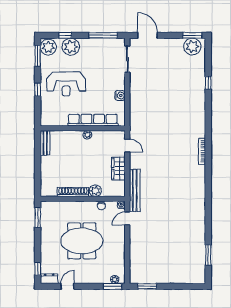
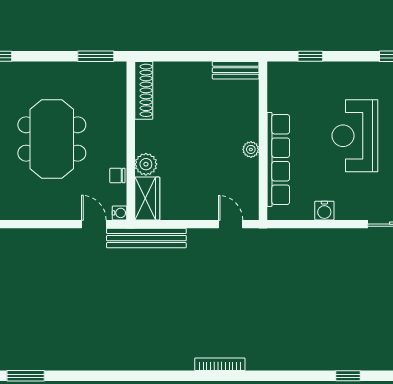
reception desk: (66, 84) -> (355, 136), moved
window: (38, 90) -> (310, 56), moved
door: (127, 146) -> (231, 224), swing flipped
wardrobe: (118, 169) -> (147, 199), moved, turned 90
shoe rack: (73, 192) -> (144, 90), moved

